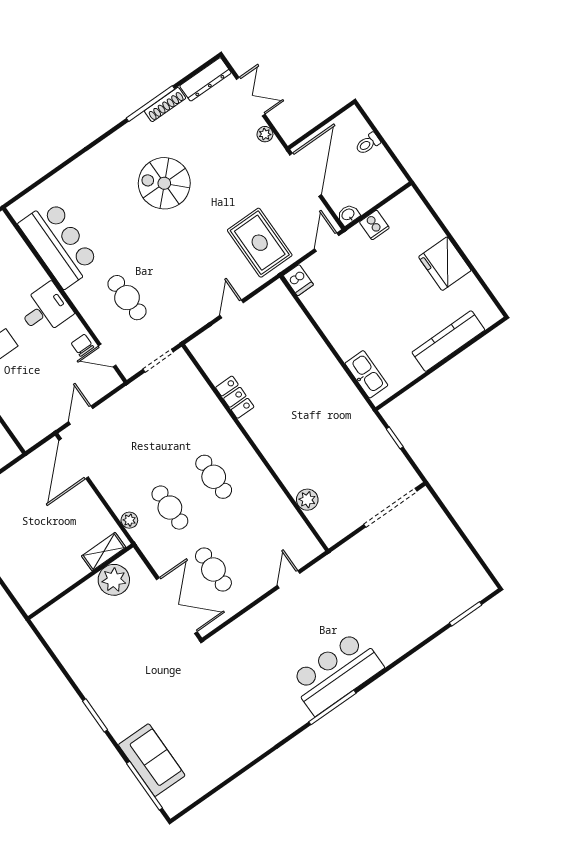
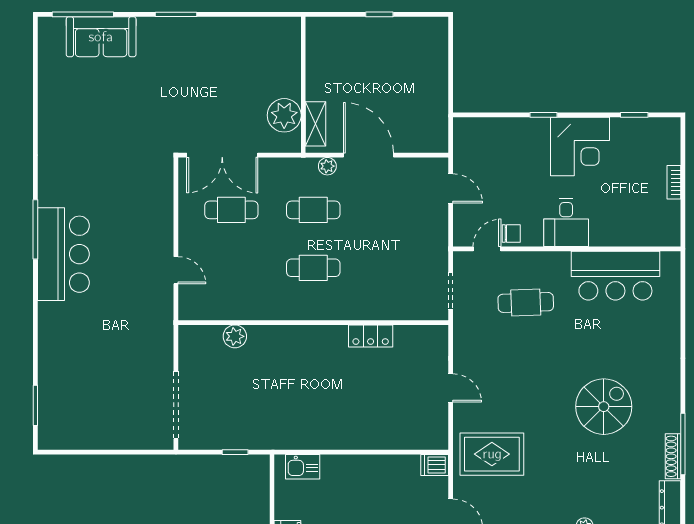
kitchen sink: (366, 374) -> (303, 467), width x0.73
door: (74, 459) -> (368, 155), moved

